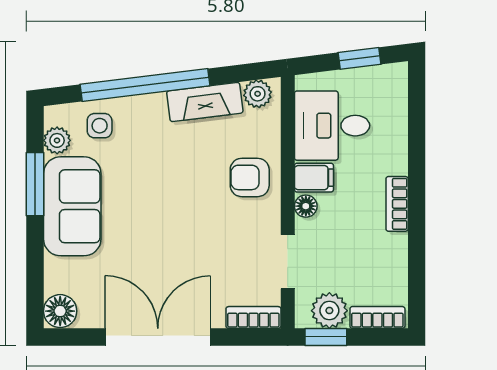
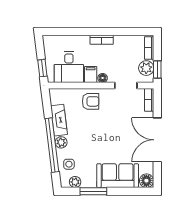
window: (359, 58) -> (42, 68), moved
plant: (258, 94) -> (61, 142), moved
armchair: (250, 177) -> (91, 101), turned -90
sofa: (72, 206) -> (118, 176), moved

